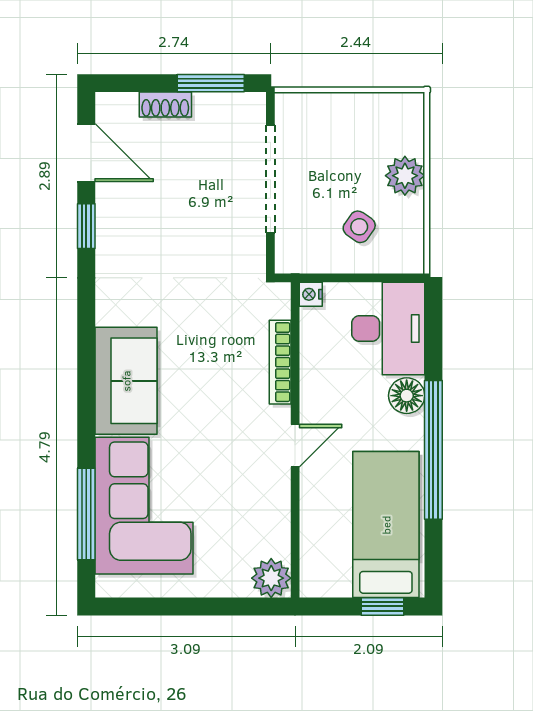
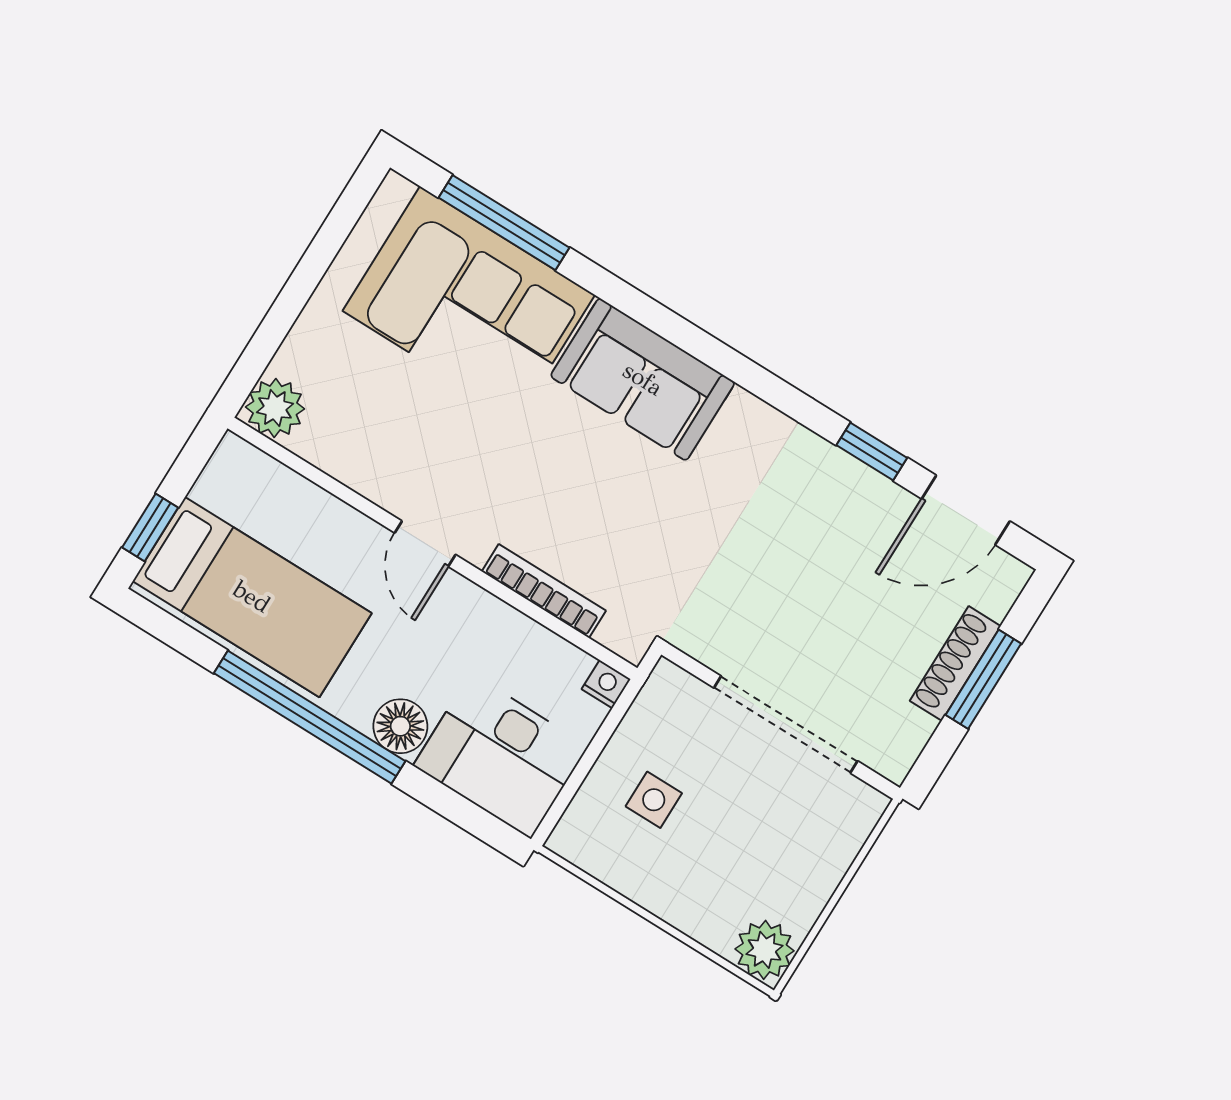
window: (211, 83) -> (983, 679), moved
shoe rack: (165, 105) -> (955, 663), width x1.43
plant: (405, 176) -> (765, 950), moved
side table: (359, 227) -> (654, 800), turned -35

